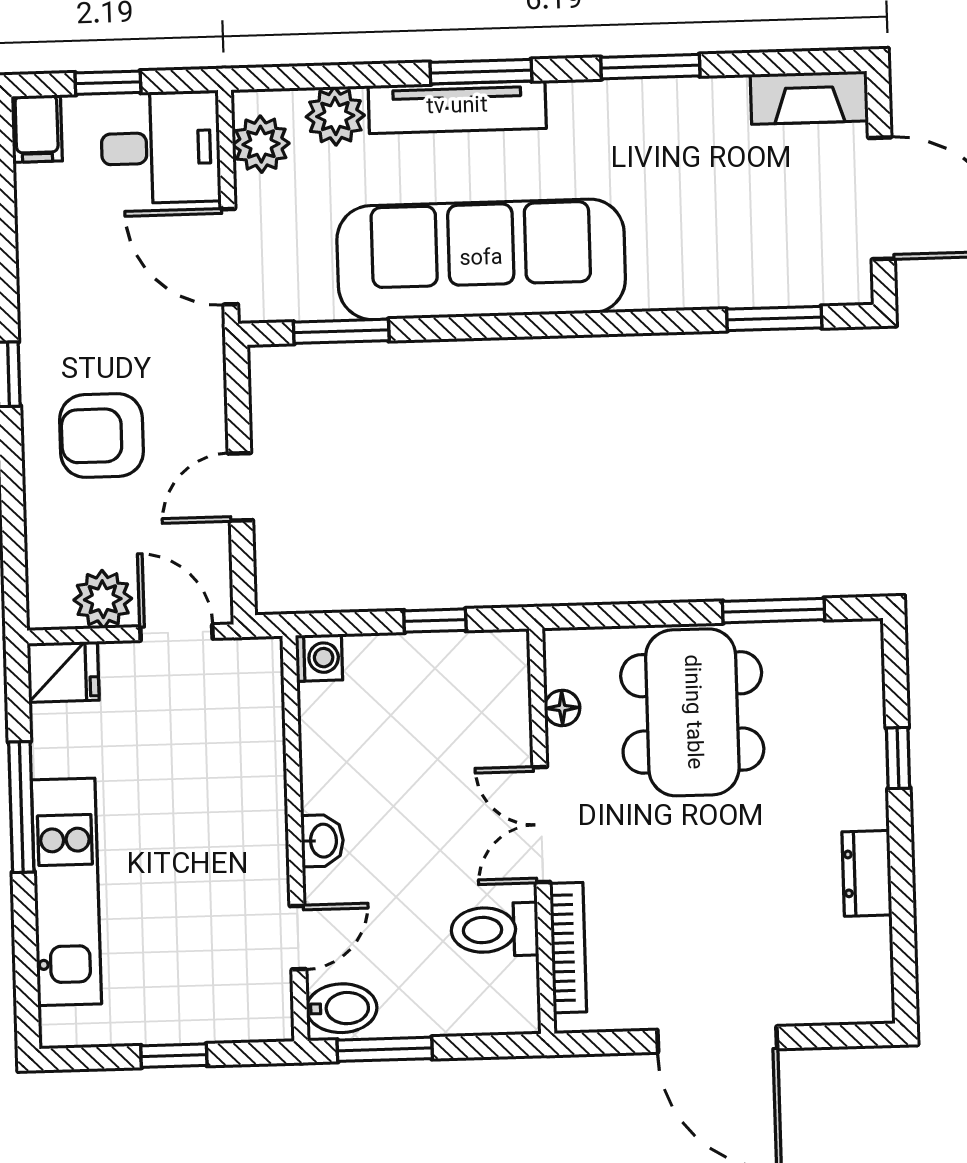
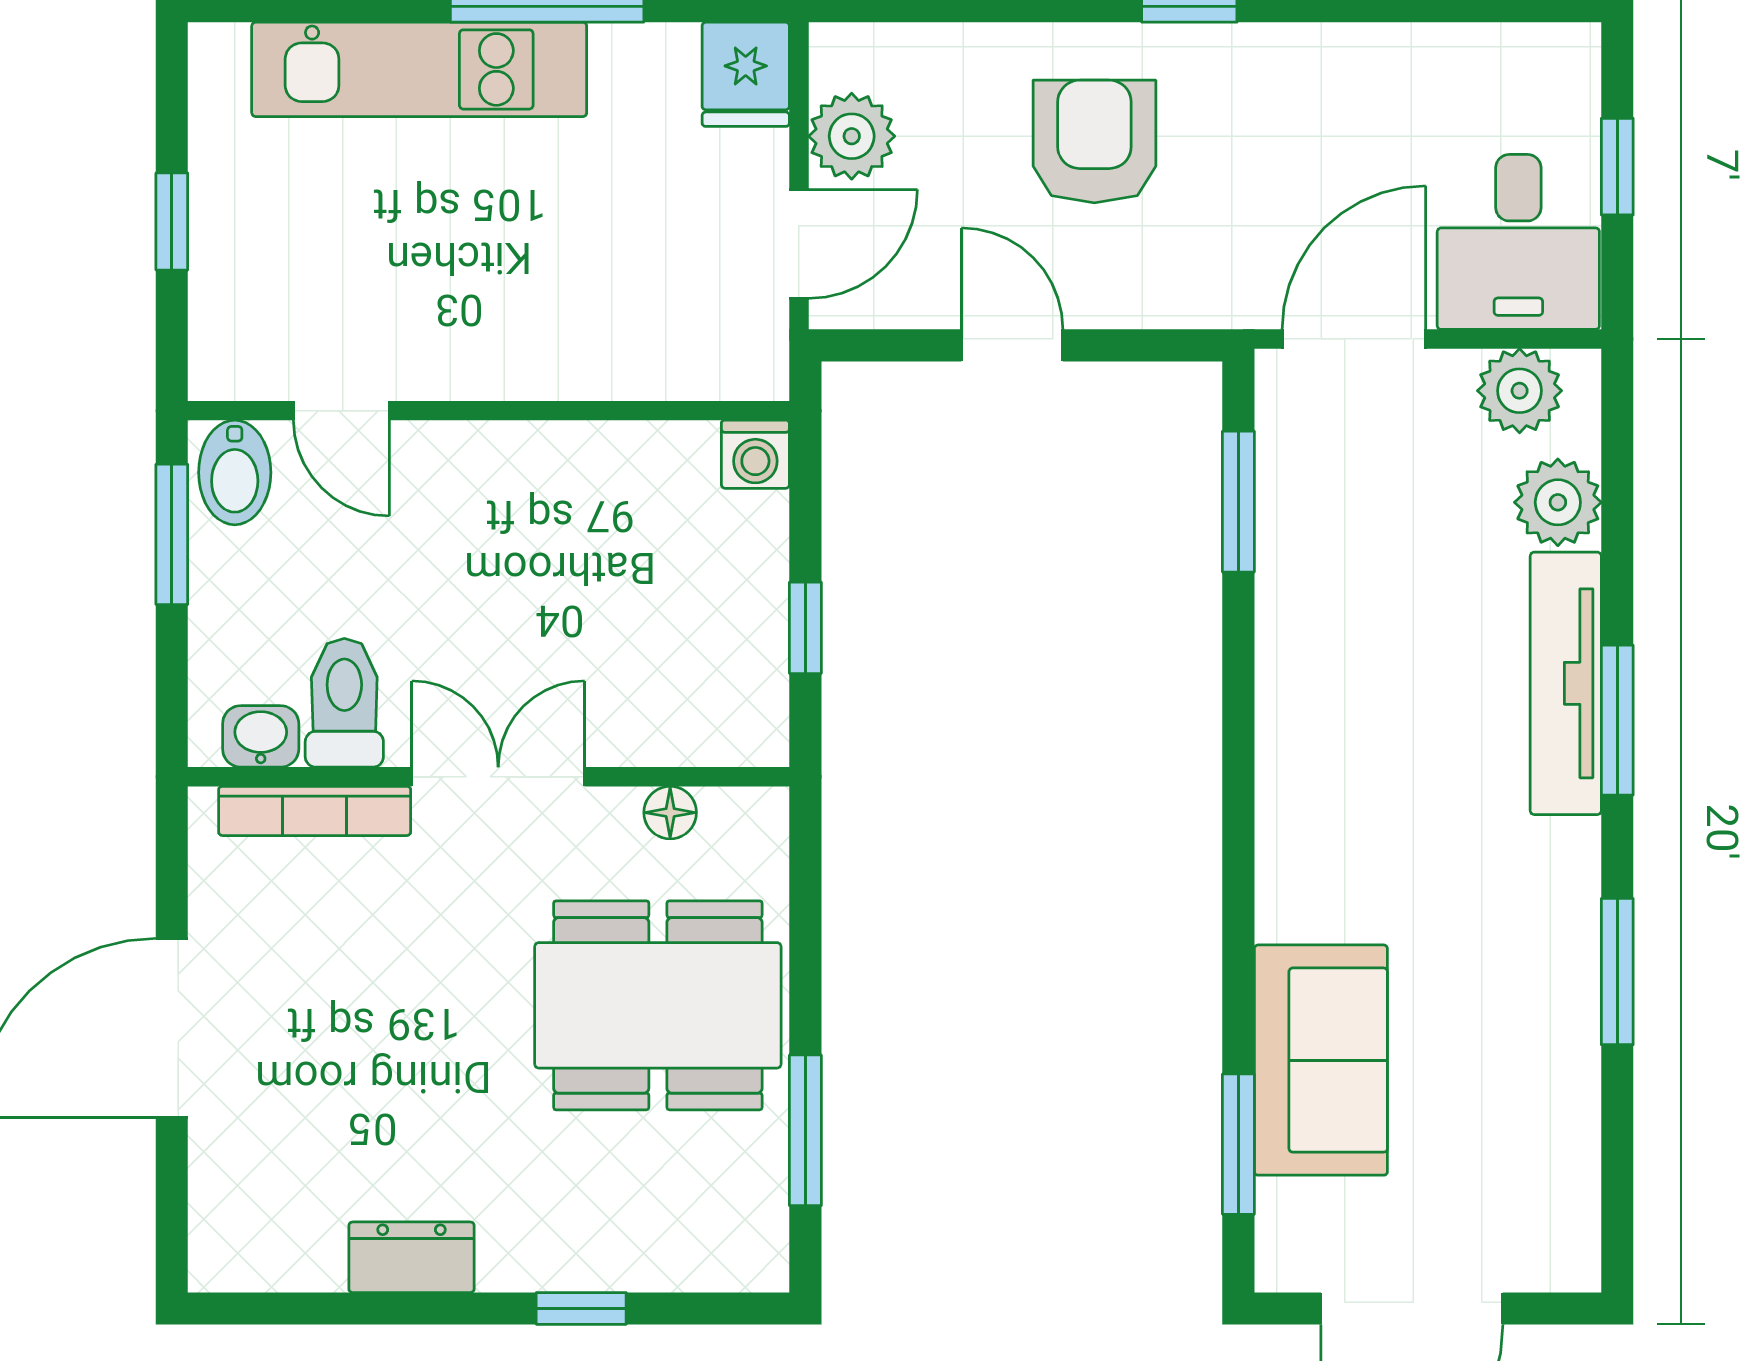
fireplace: (809, 98) -> (1564, 1206), removed
filing cabinet: (37, 129) -> (1552, 59), removed
sofa: (481, 259) -> (1321, 1060), moved, width x0.54, depth x0.79
washbasin: (322, 841) -> (261, 736), moved, turned 180

